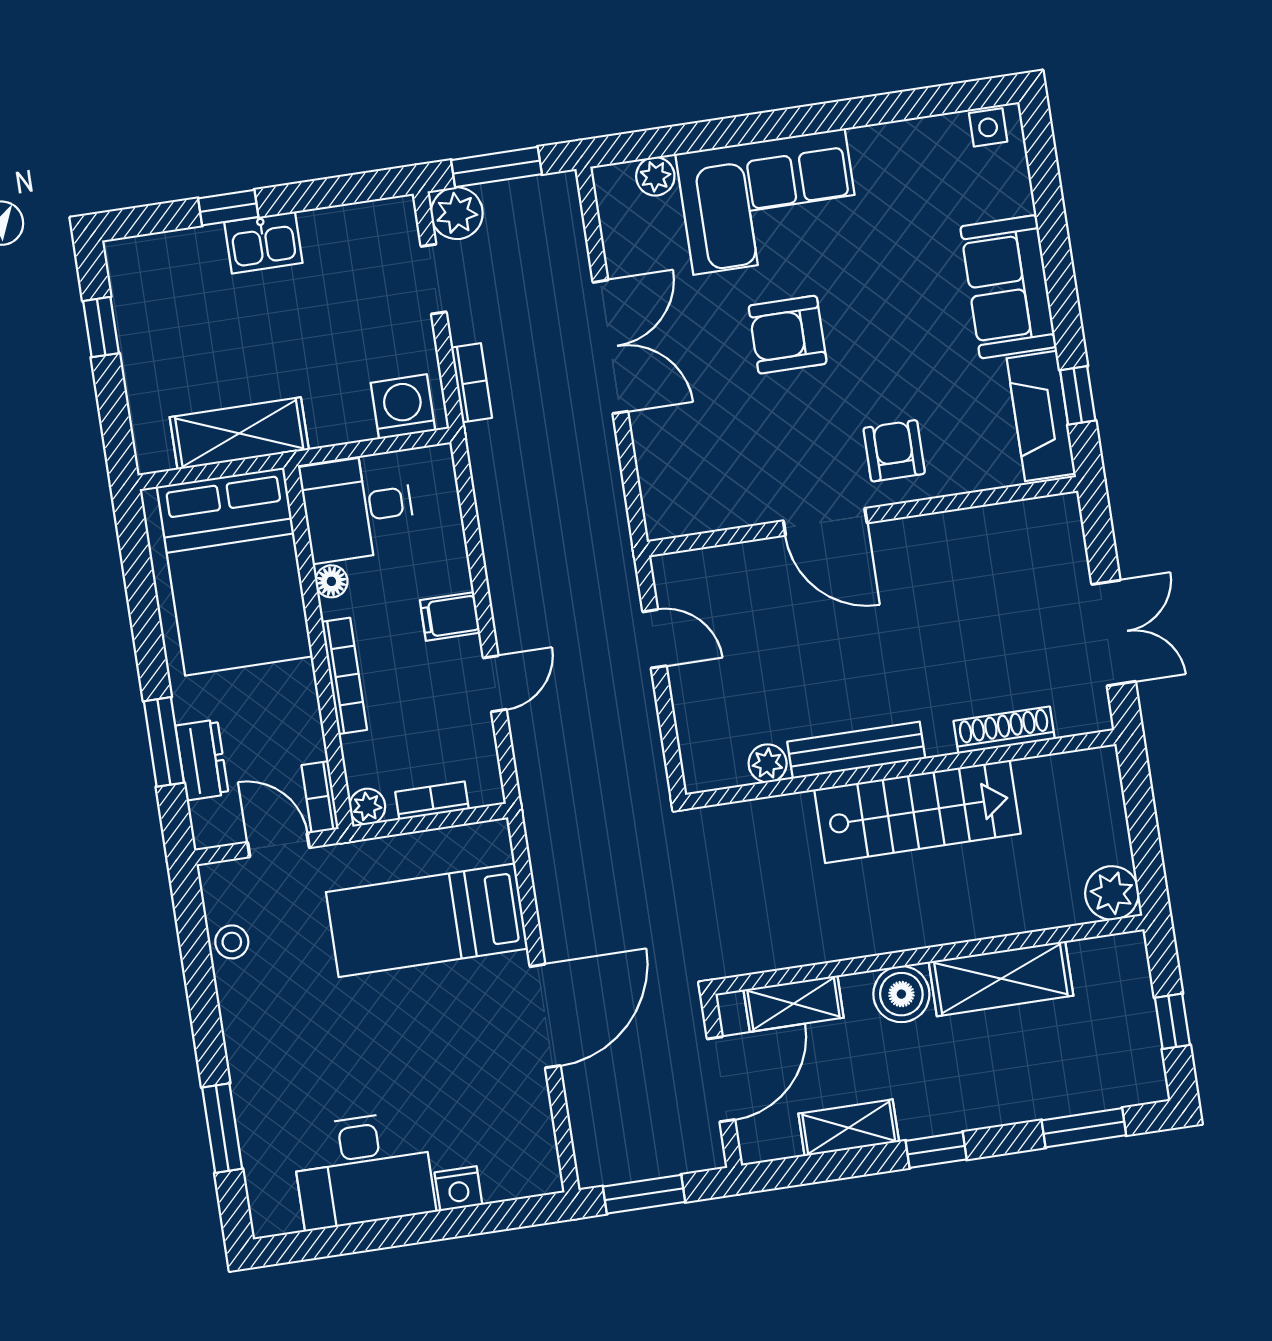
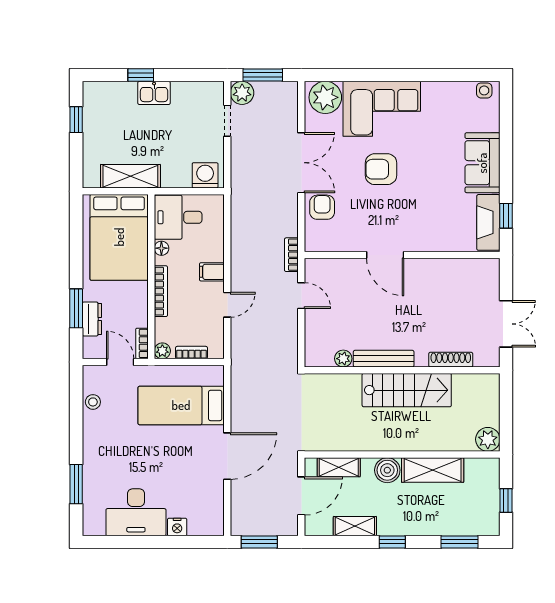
plant: (655, 176) -> (325, 97), width x1.88, depth x1.88
bookcase: (471, 383) -> (291, 255), moved, turned 180
armchair: (894, 451) -> (322, 207), moved

